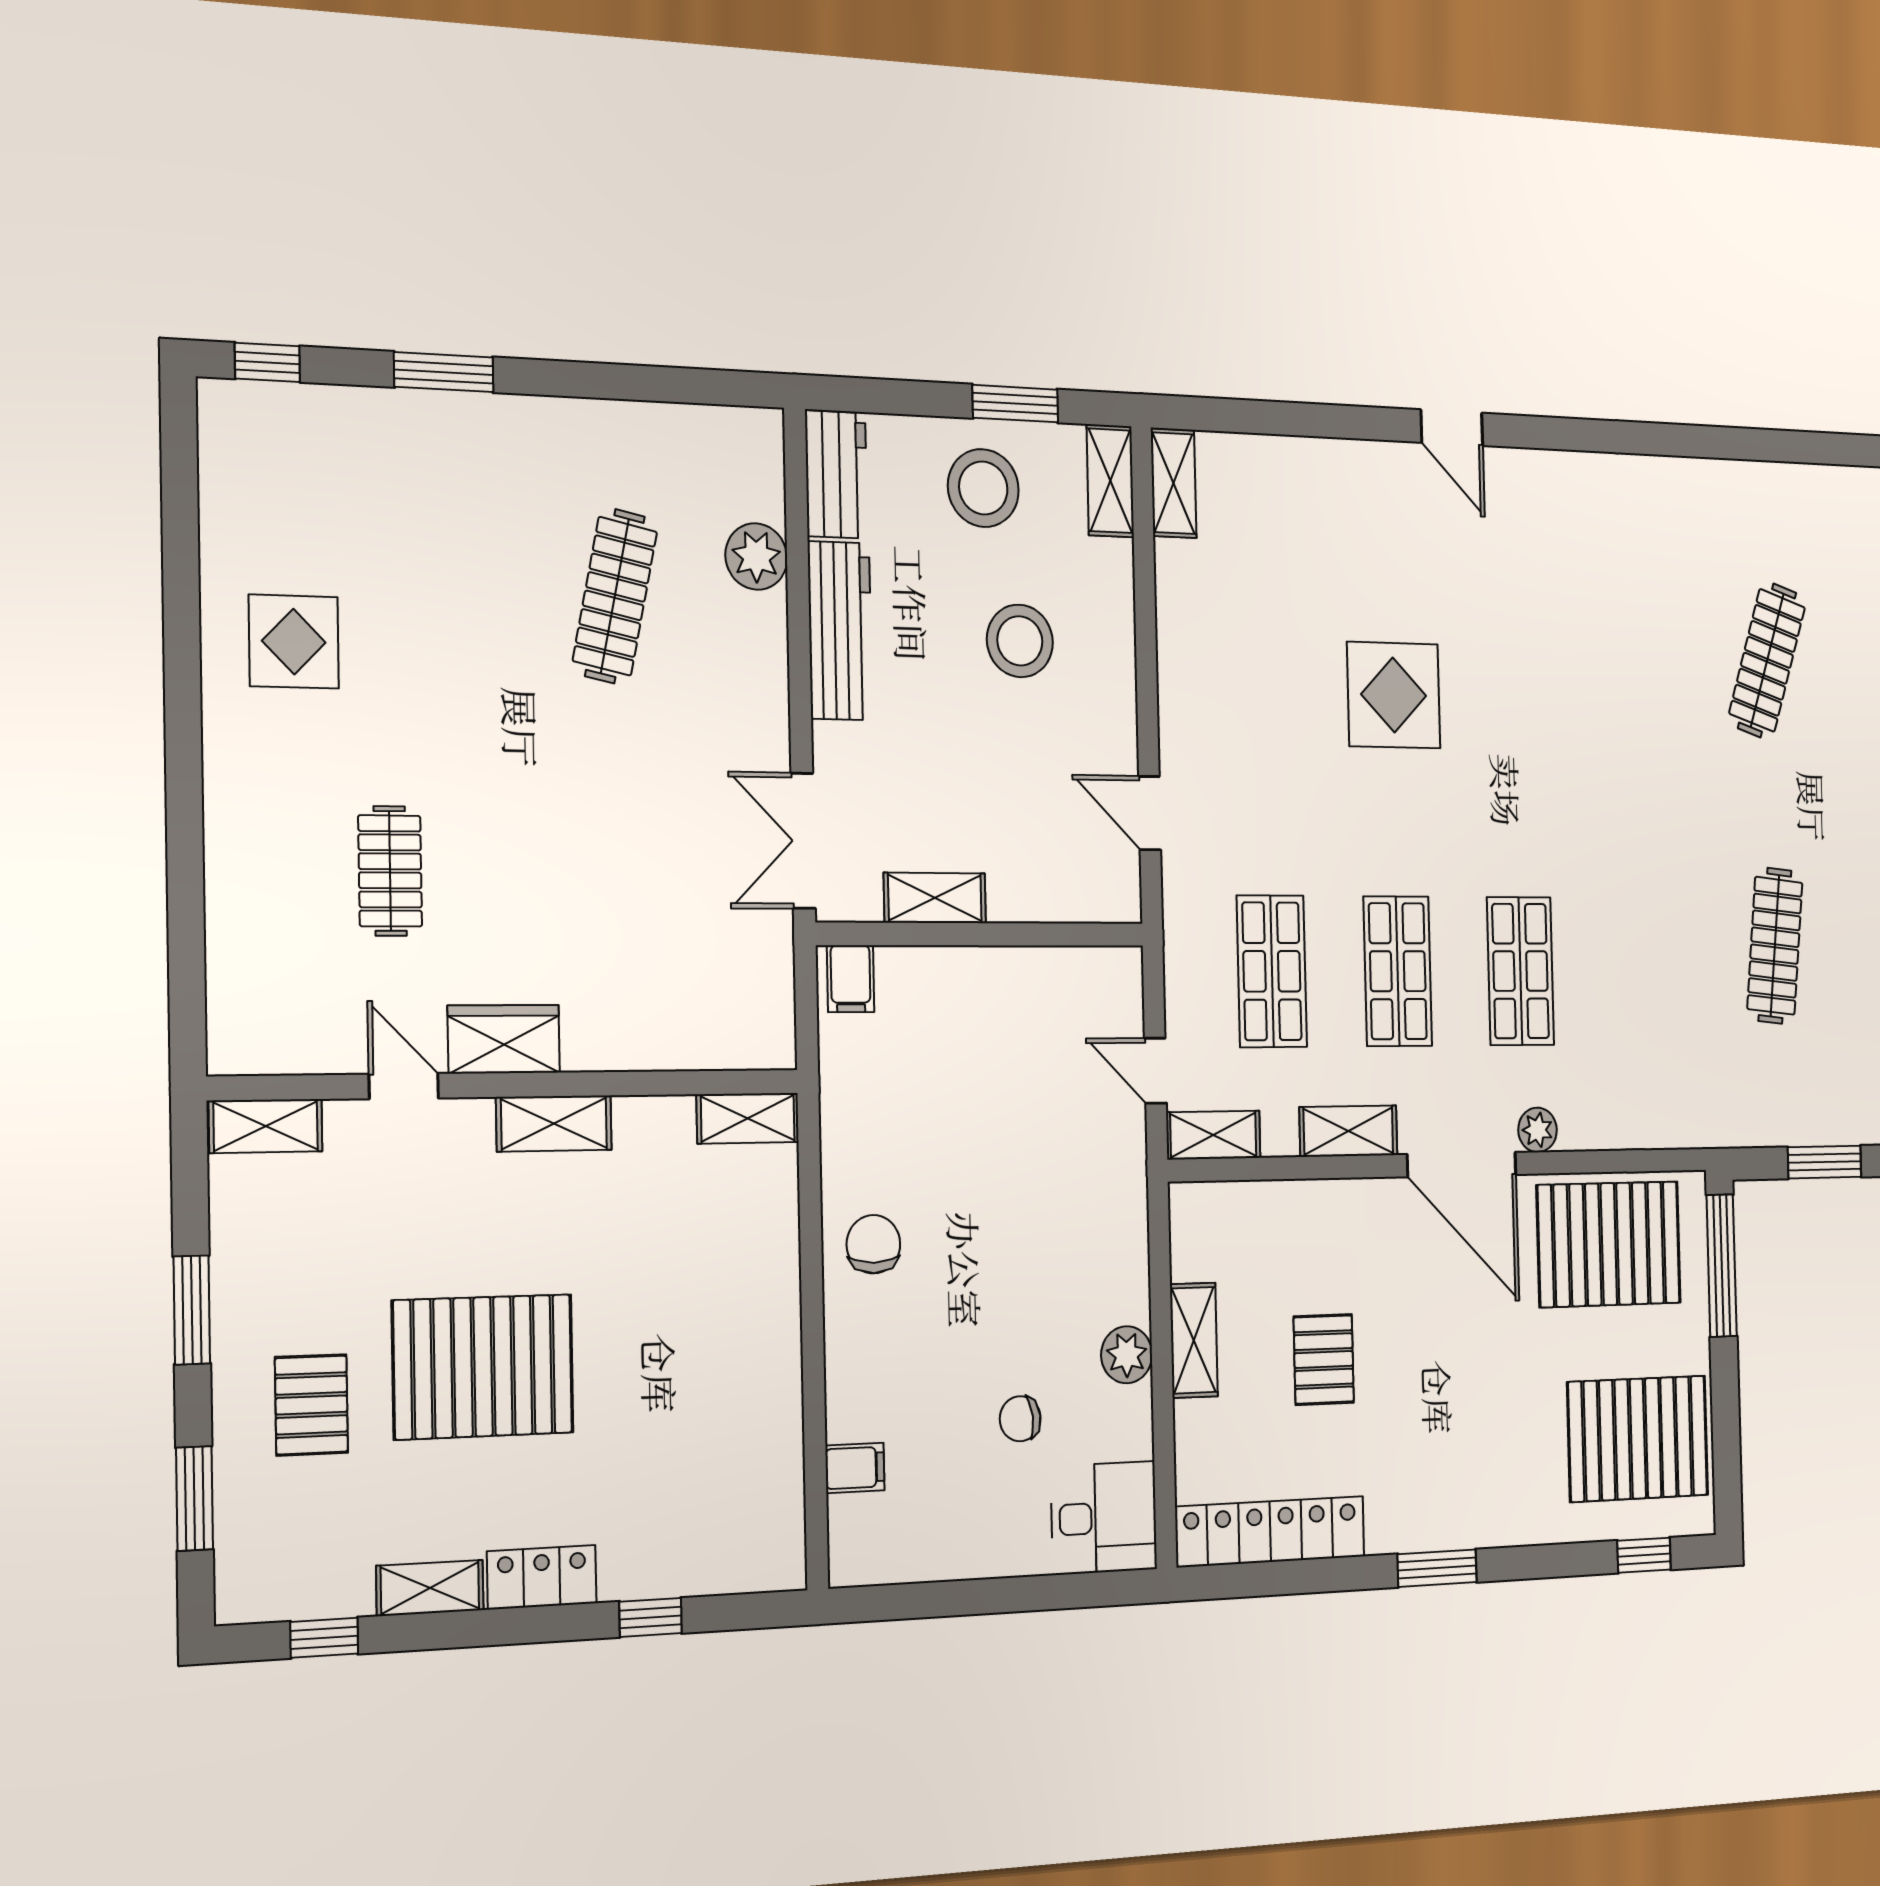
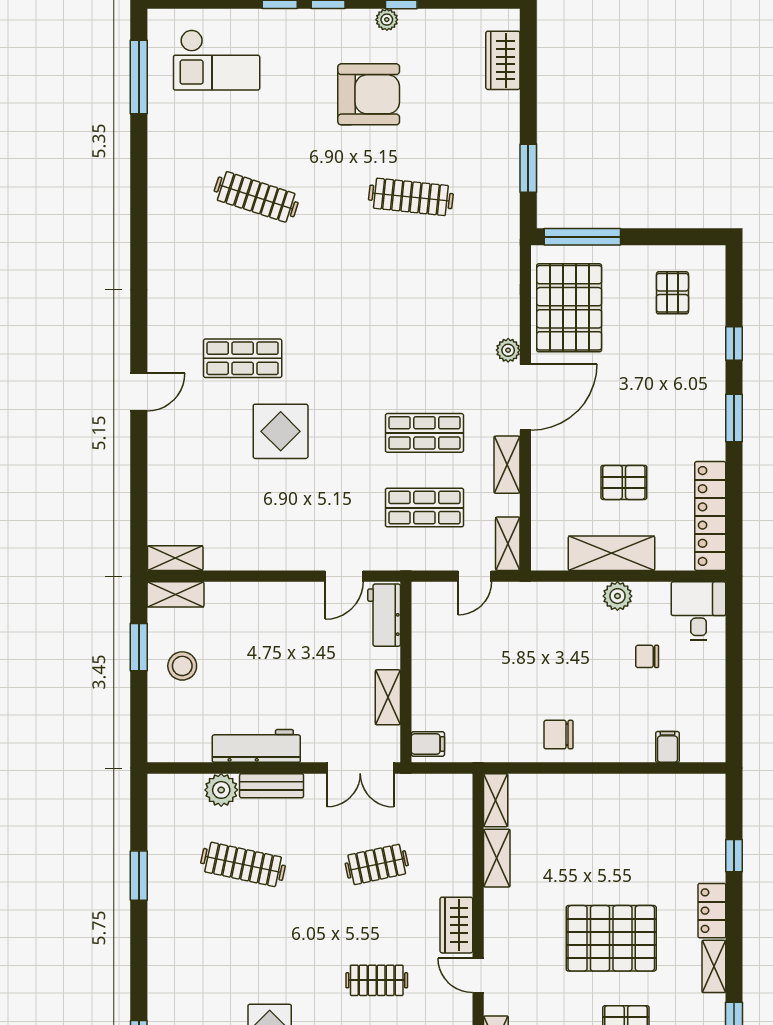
window: (444, 372) -> (139, 876), moved
workbench: (836, 474) -> (384, 615), moved, turned -90
stool: (983, 488) -> (182, 666), width x0.73, depth x0.73
stool: (1020, 641) -> (258, 647), removed
bench: (766, 659) -> (272, 786), added
clothes rail: (620, 873) -> (377, 864), added
shop shelf: (1520, 971) -> (243, 358), moved
door: (404, 1086) -> (478, 975), hinge flipped
shelving: (554, 1123) -> (497, 858), moved
shelving: (1194, 1340) -> (612, 553), width x1.50, depth x1.33
pallet: (483, 1367) -> (611, 938), turned 90
chair: (1020, 1419) -> (647, 656), turned 97
pallet: (1638, 1439) -> (672, 293), width x0.49, depth x0.50
window: (1644, 1555) -> (734, 343), moved

